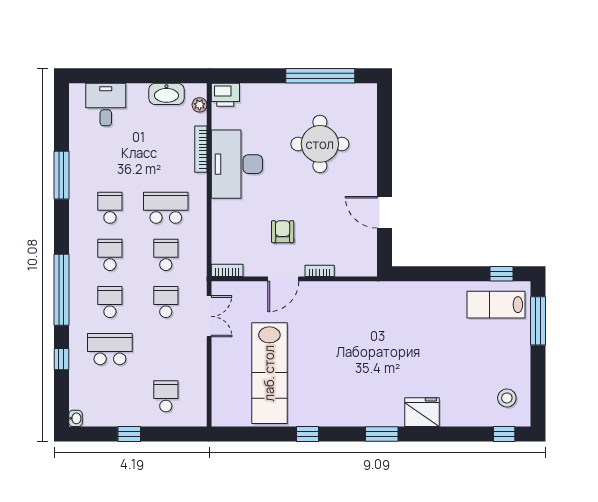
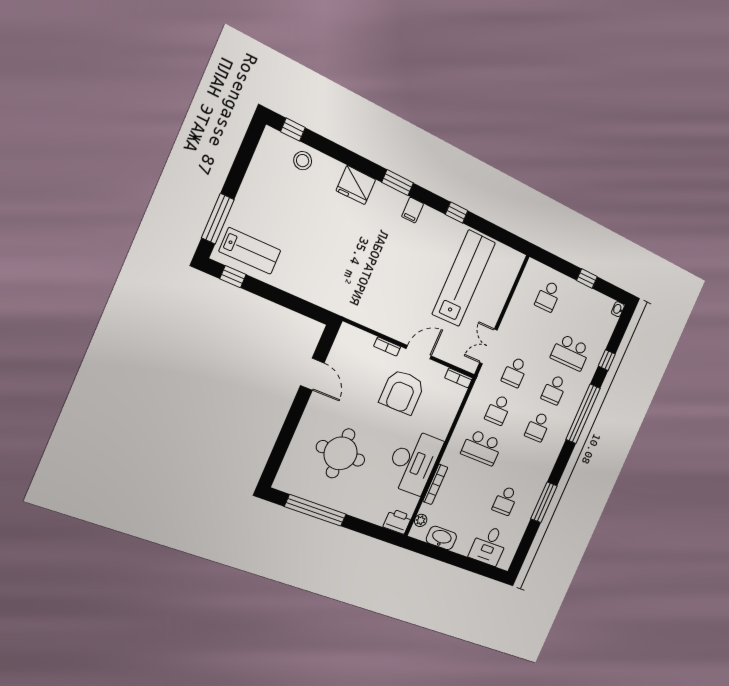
school desk: (110, 208) -> (505, 501), moved
armchair: (283, 232) -> (402, 392), width x1.88, depth x1.88
stool: (507, 398) -> (303, 161), moved
filing cabinet: (354, 415) -> (413, 210), added

